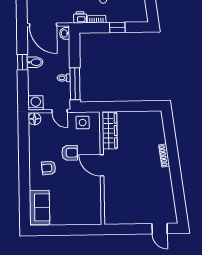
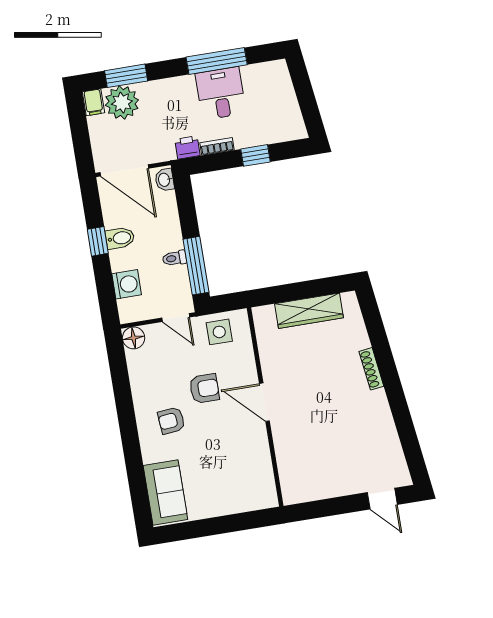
washing machine: (36, 103) -> (127, 284), moved, turned 90
wardrobe: (110, 131) -> (309, 311), moved, turned 90

